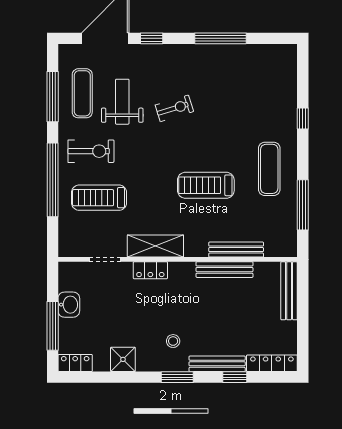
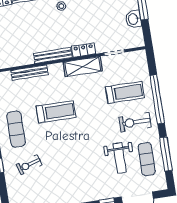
exercise bike: (174, 108) -> (29, 165), moved
bench: (224, 270) -> (53, 55), moved

